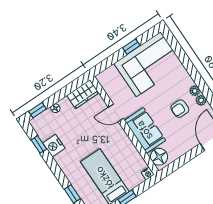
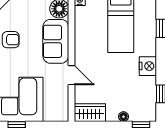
nightstand: (54, 146) -> (148, 66), moved

